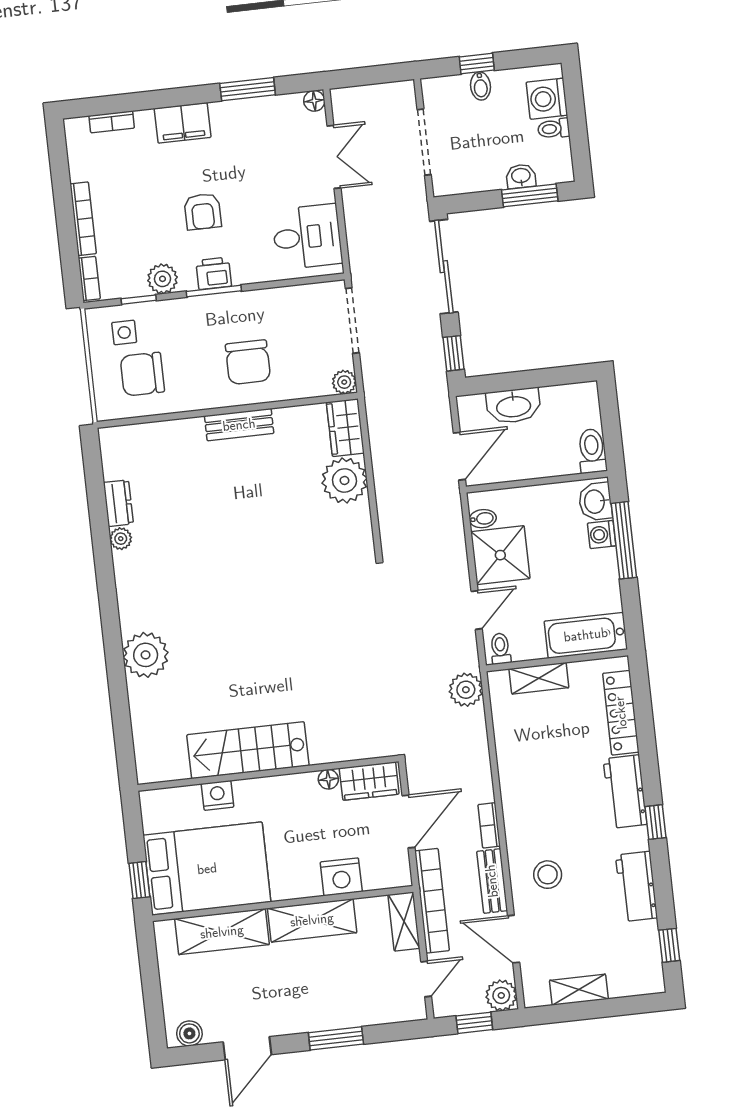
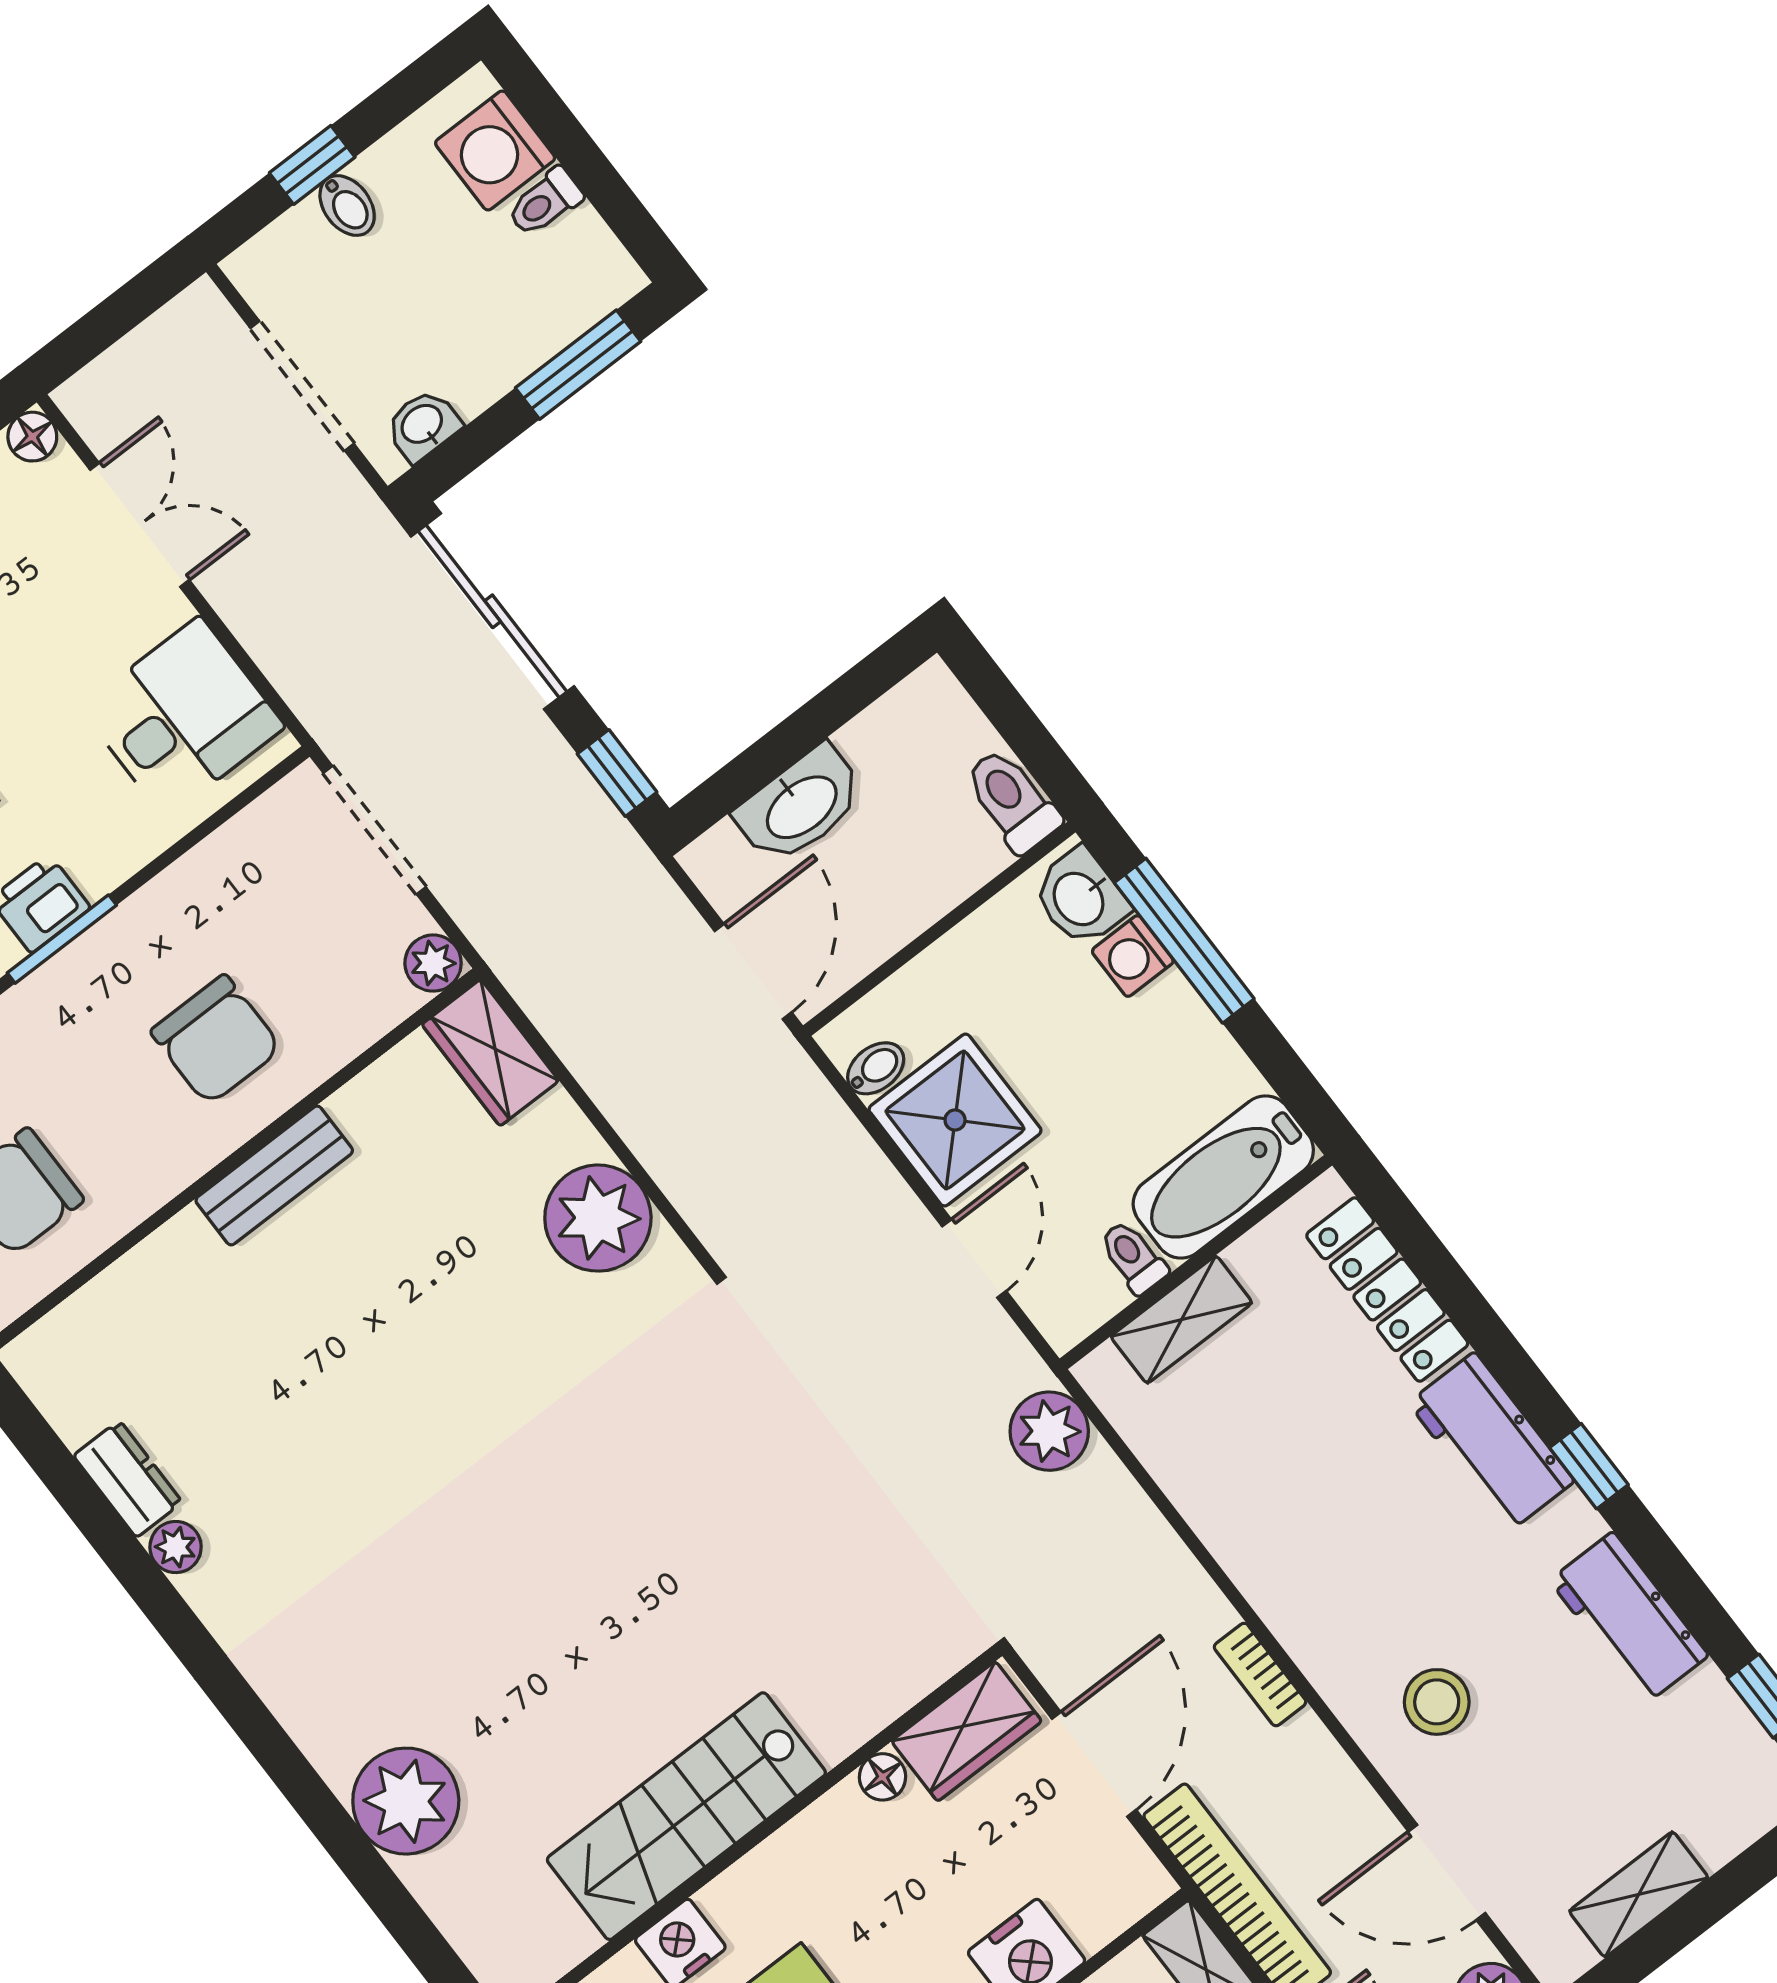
washbasin: (521, 176) -> (423, 425), moved
plant: (344, 480) -> (598, 1218), moved
toilet: (500, 649) -> (1133, 1257), moved
plant: (146, 655) -> (406, 1801), moved
bench: (492, 881) -> (1334, 1782), removed

